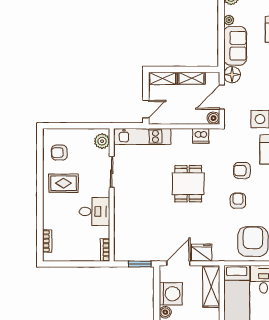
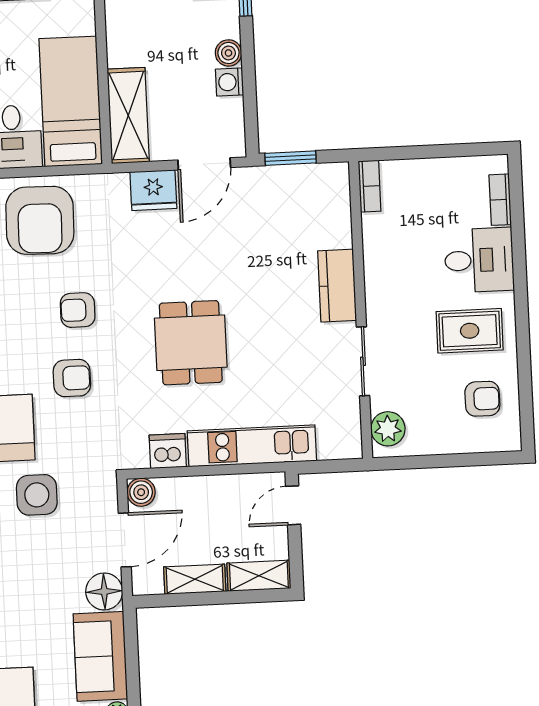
kitchen unit: (142, 136) -> (252, 446), moved
armchair: (238, 201) -> (78, 310), turned 90
kitchen counter: (122, 206) -> (337, 286), added
desk: (94, 211) -> (479, 260), moved, turned 180
washing machine: (171, 294) -> (230, 82), width x0.53, depth x0.53

